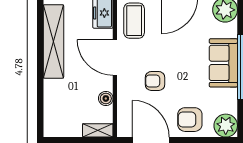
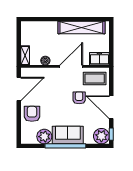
armchair: (155, 81) -> (79, 98), moved
plant: (226, 126) -> (44, 137), moved

